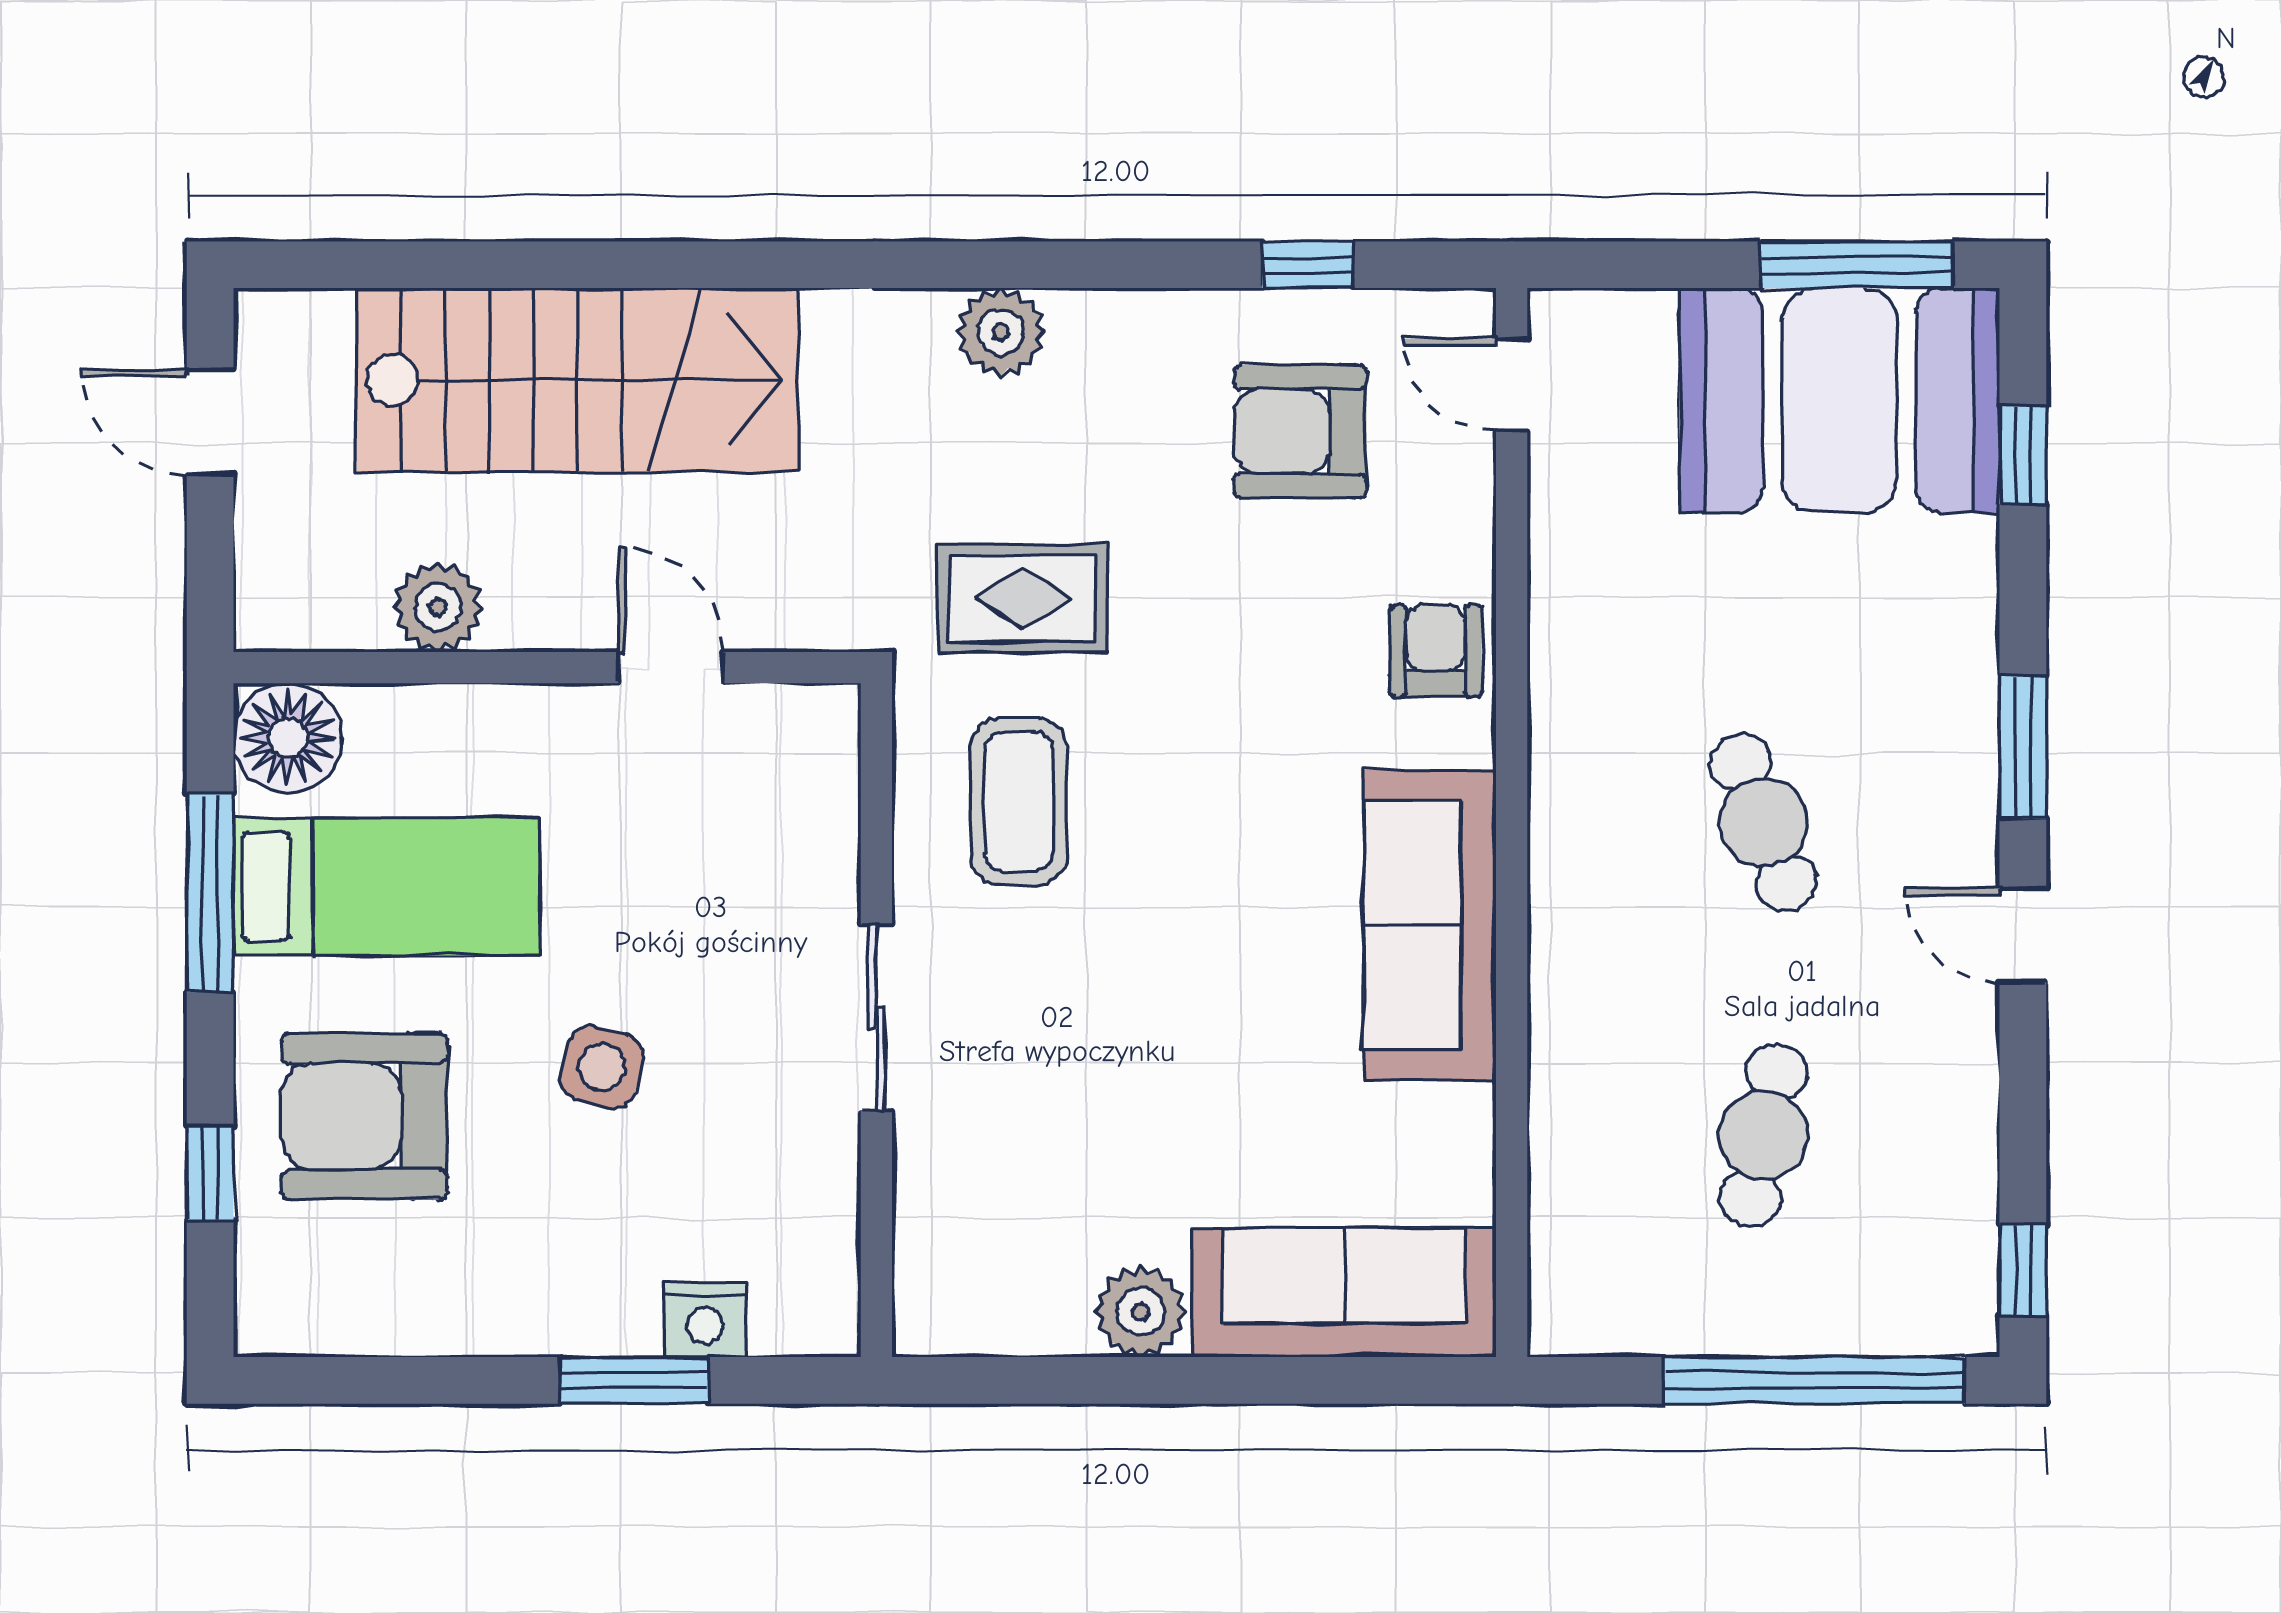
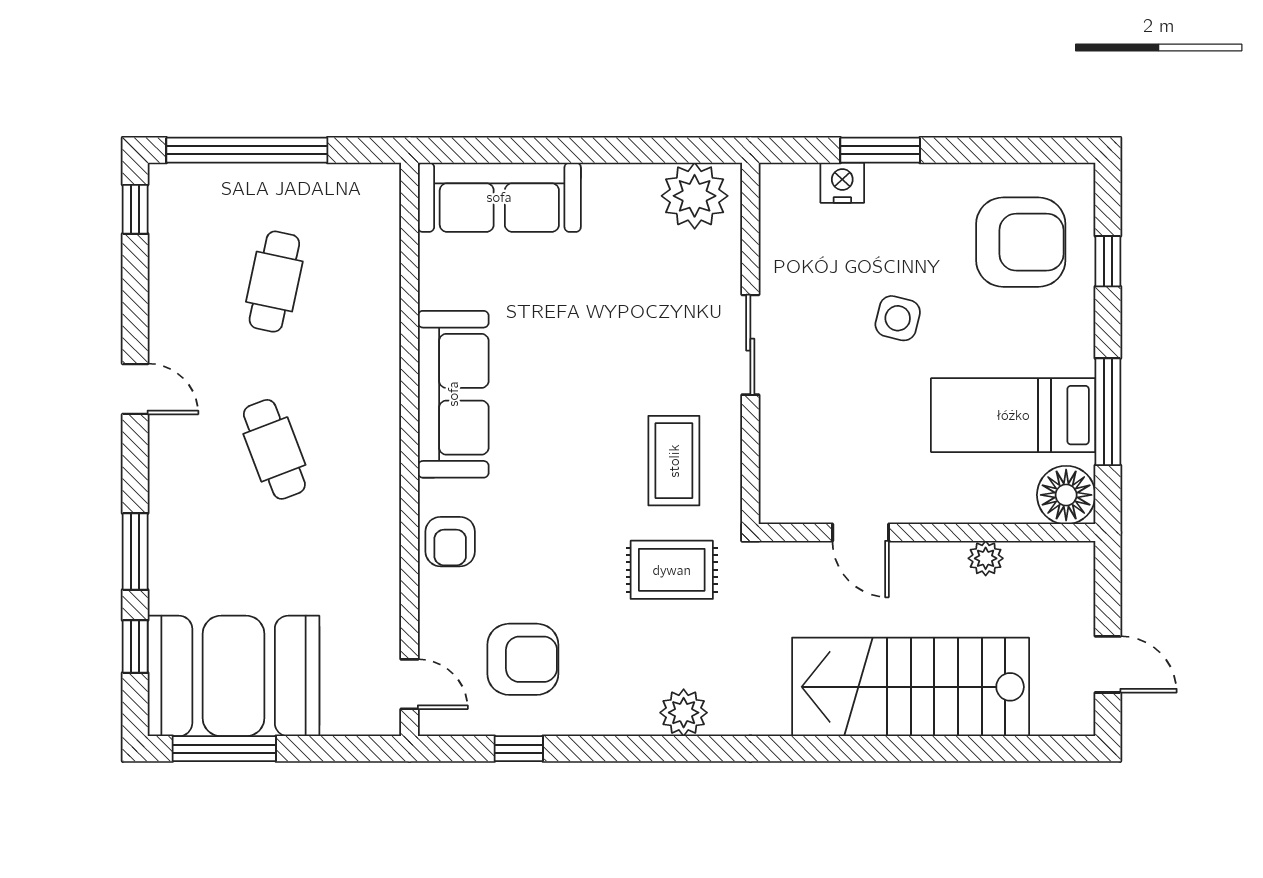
plant: (438, 607) -> (986, 558), width x0.73, depth x0.73
window: (2023, 747) -> (135, 551), moved
armchair: (365, 1116) -> (1021, 242), moved
plant: (1141, 1312) -> (695, 196), moved, width x1.36, depth x1.36

